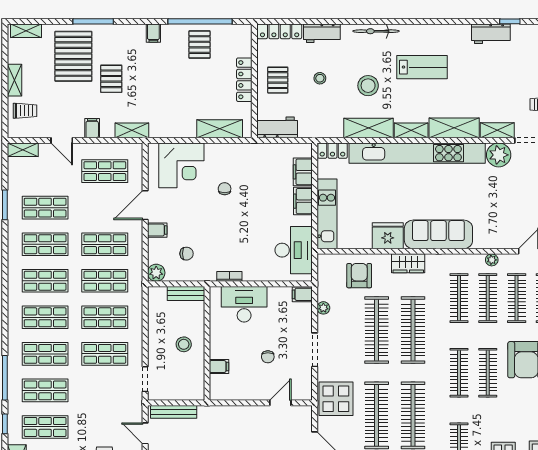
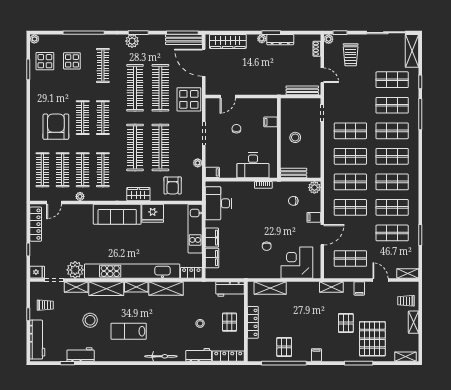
stool: (368, 86) -> (90, 320), moved

